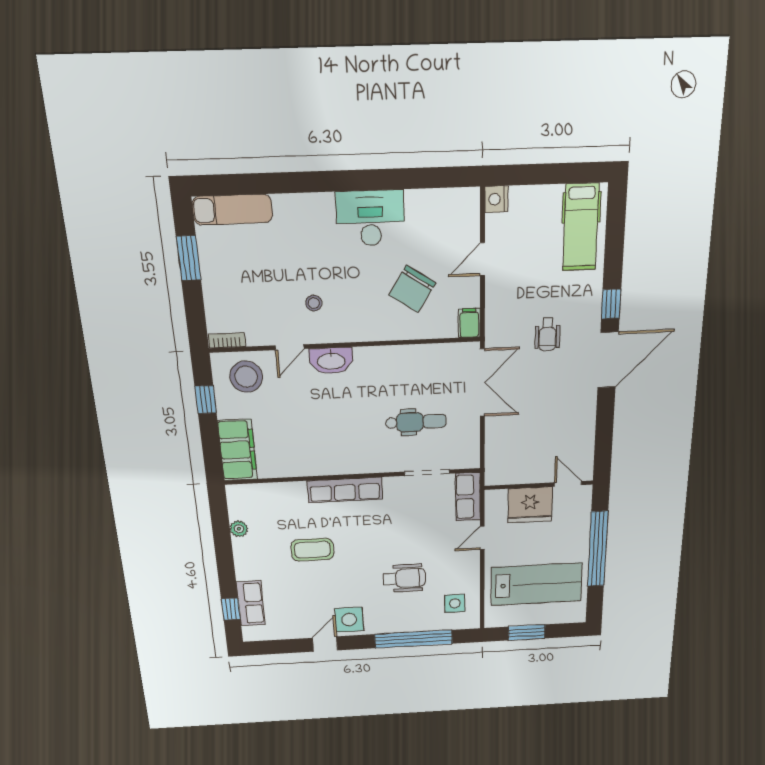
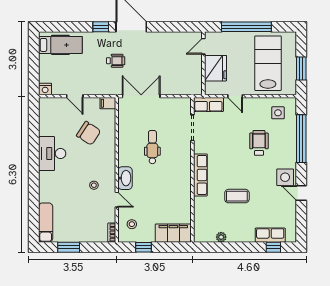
stool: (246, 377) -> (132, 224), width x0.53, depth x0.53
dental chair: (416, 422) -> (152, 147), moved
coffee table: (312, 550) -> (237, 196), turned 90

